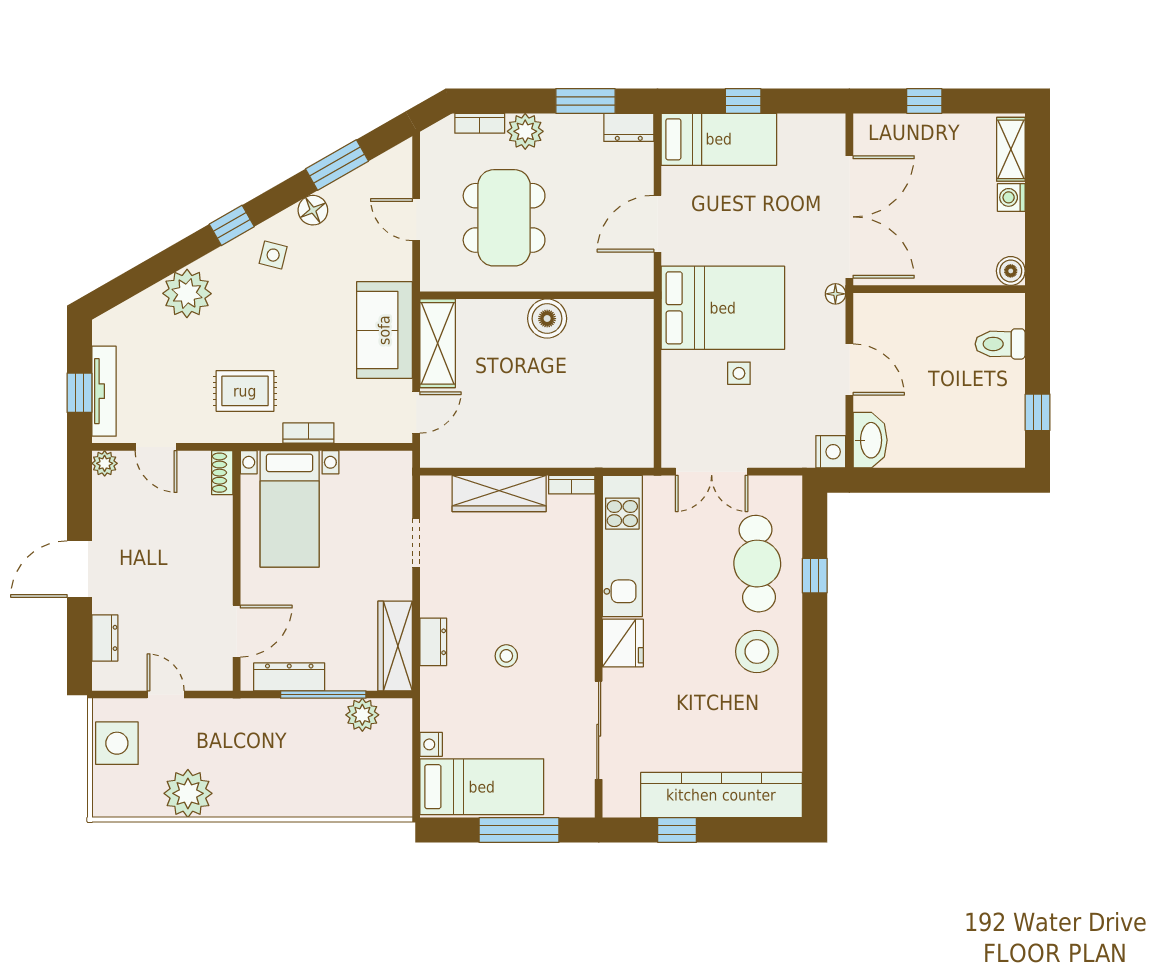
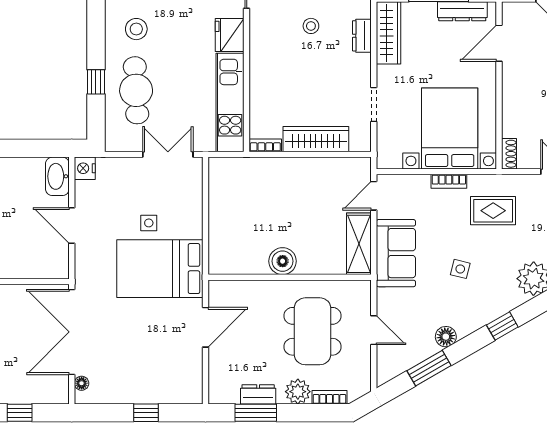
dresser: (629, 127) -> (258, 394), moved
bed: (719, 139) -> (163, 386), removed
side table: (273, 255) -> (460, 269), moved
floor lamp: (835, 294) -> (82, 383), moved
bed with nightstands: (290, 509) -> (450, 128), width x1.36
stool: (757, 651) -> (136, 29), width x0.73, depth x0.73

